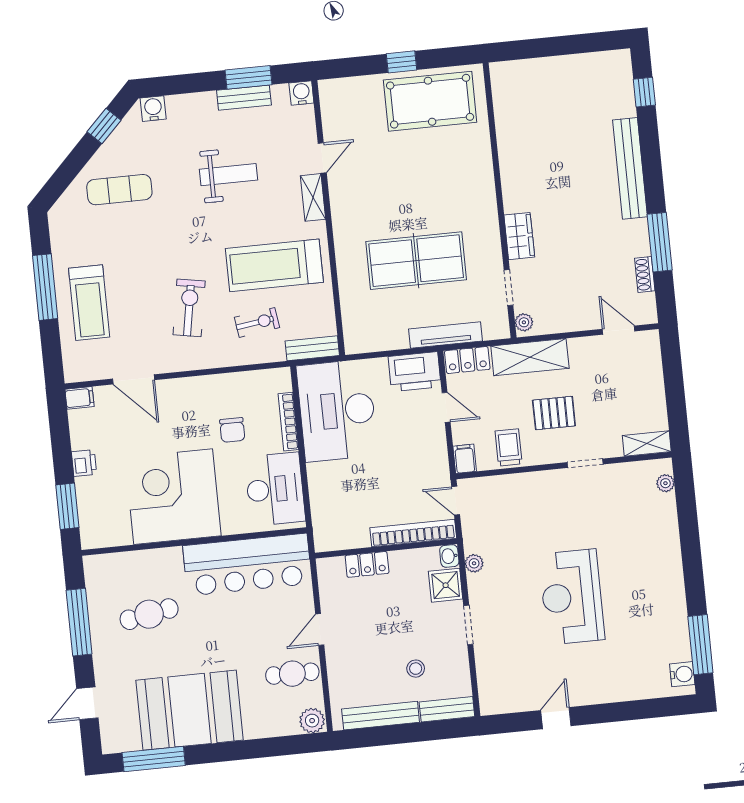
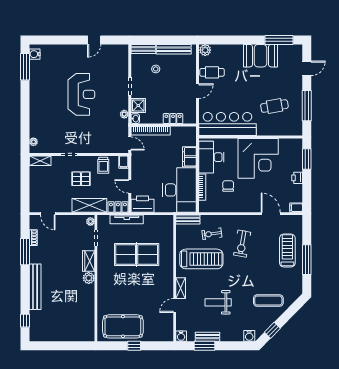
plant: (515, 199) -> (89, 278), added
filing cabinet: (323, 485) -> (189, 157), added
booth: (190, 710) -> (260, 56), width x0.73, depth x0.70

